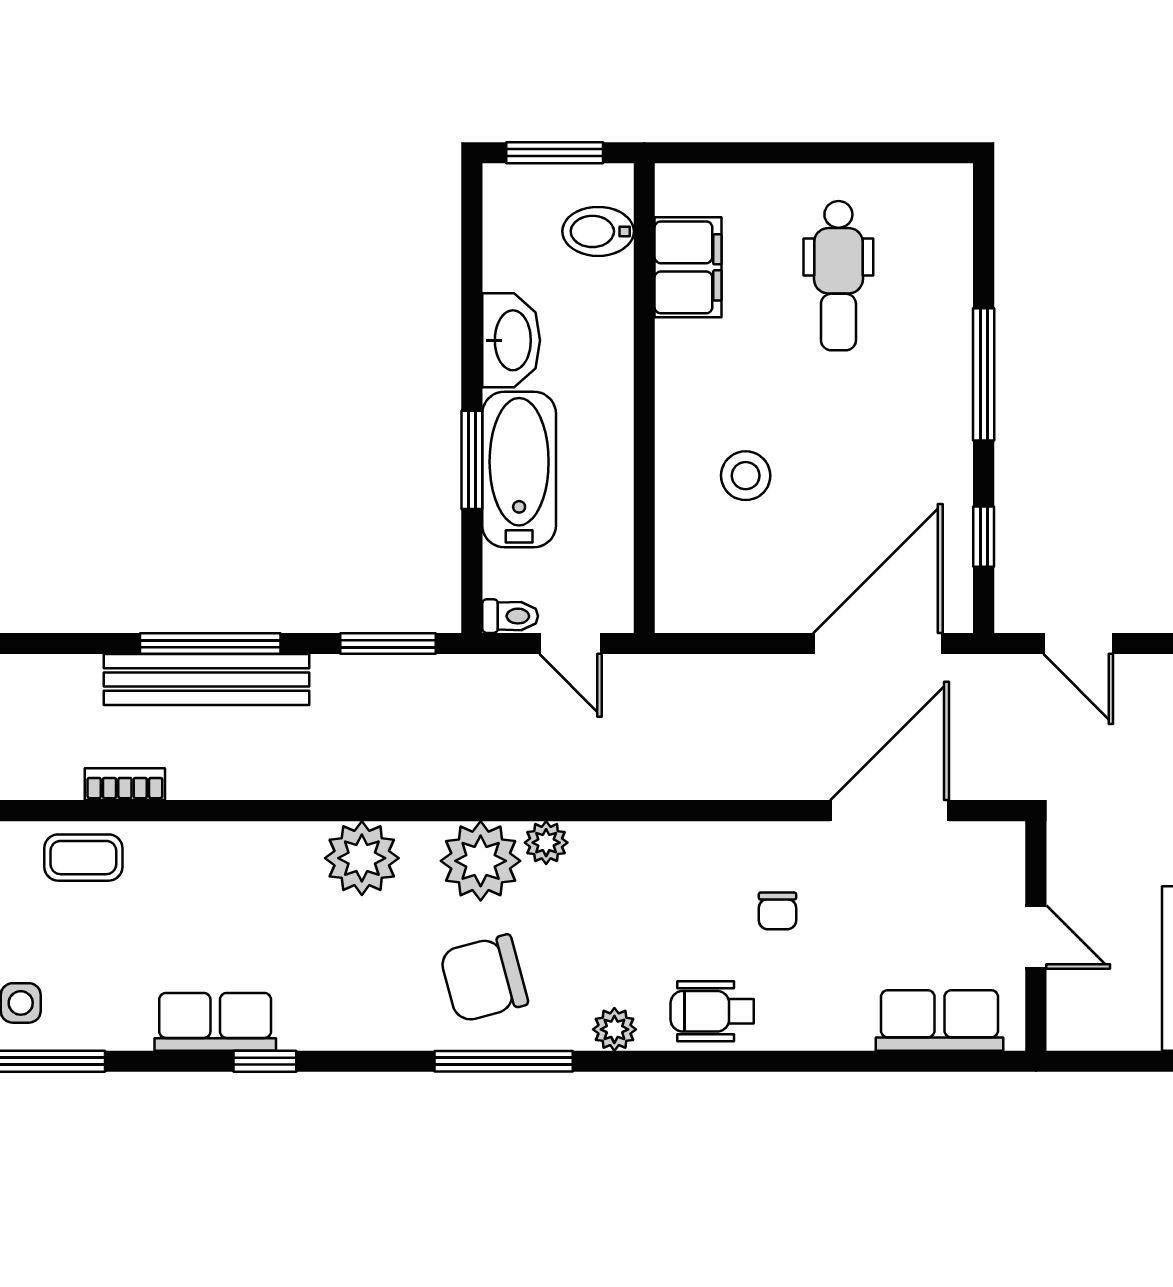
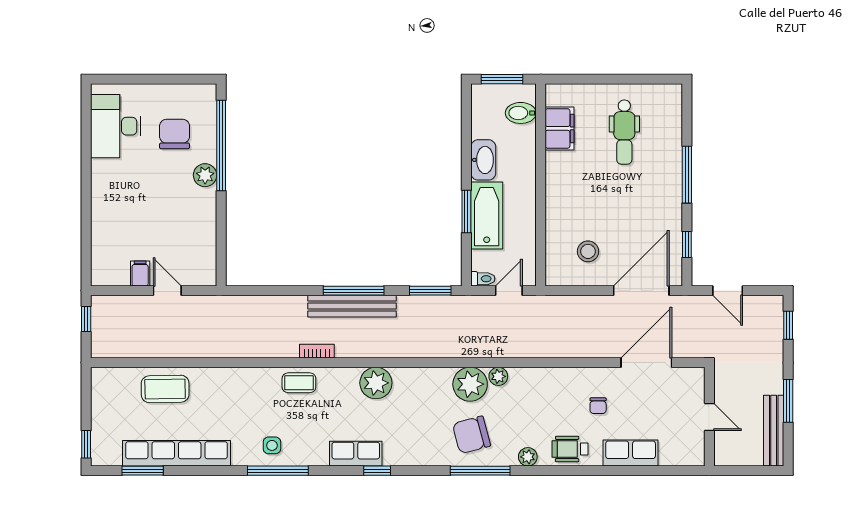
stool: (746, 476) -> (588, 251), moved
door: (571, 644) -> (509, 291), swing flipped
plant: (362, 858) -> (376, 383), moved
row of seats: (940, 1020) -> (631, 453), moved

